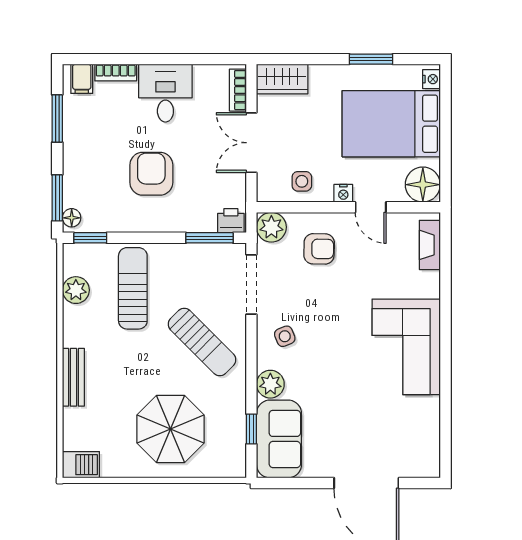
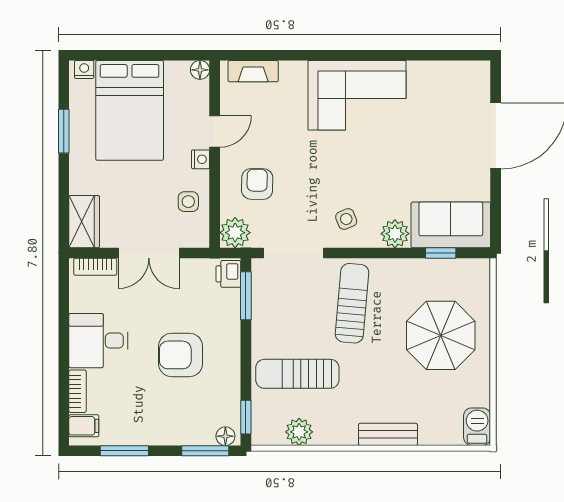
floor lamp: (423, 185) -> (200, 70), width x0.53, depth x0.53
sun lounger: (202, 342) -> (352, 303), turned -40

